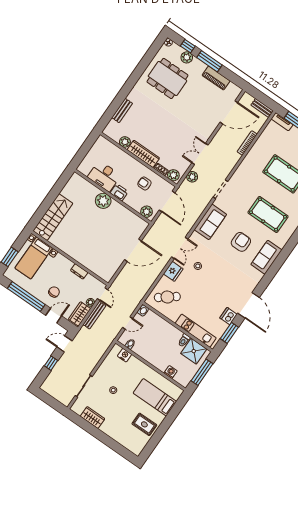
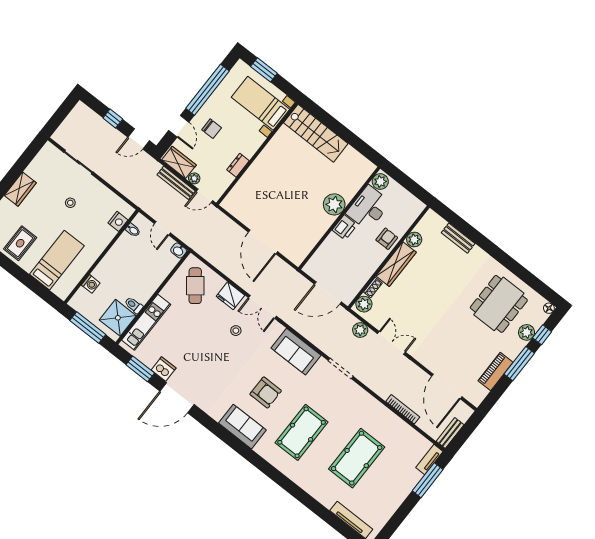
armchair: (144, 183) -> (387, 239), moved
plant: (147, 212) -> (380, 182), moved
door: (64, 344) -> (139, 139), swing flipped
wardrobe: (93, 418) -> (20, 189), moved

